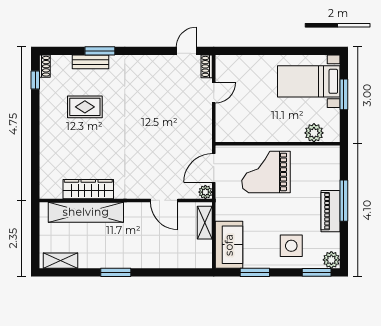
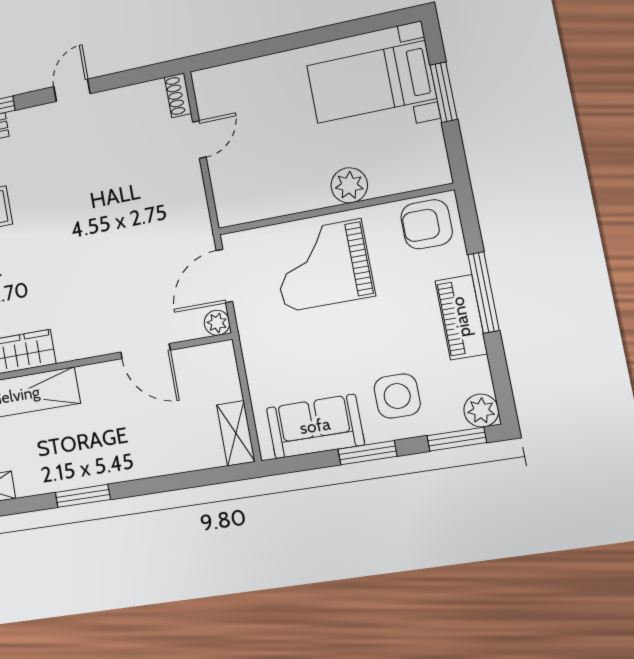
door: (186, 51) -> (72, 90), moved
plant: (314, 133) -> (349, 185), moved
armchair: (323, 161) -> (427, 224), added
shelving: (205, 223) -> (236, 433), moved
sofa: (229, 245) -> (315, 426), moved, turned -90
window: (255, 272) -> (367, 453), moved

